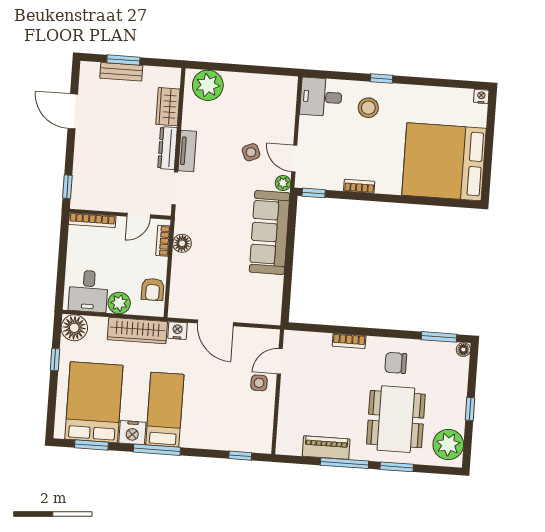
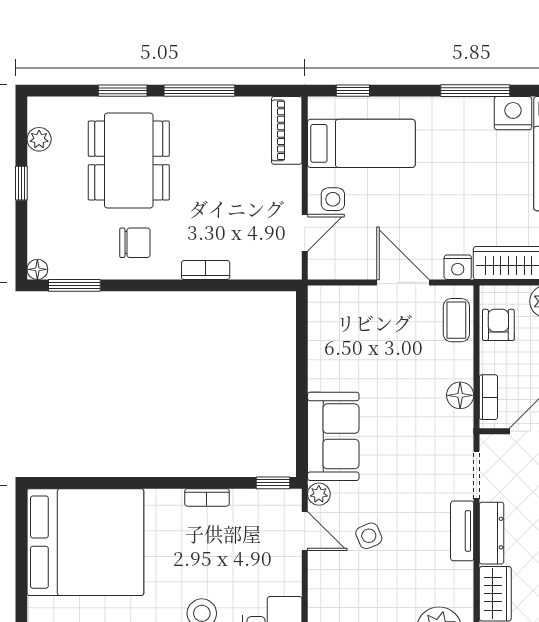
sofa: (270, 232) -> (333, 436), width x0.73
coffee table: (181, 295) -> (456, 320), added
bed: (165, 410) -> (361, 143), moved, turned -90
plant: (448, 445) -> (39, 139), width x0.53, depth x0.53
piano: (326, 448) -> (287, 130), moved, turned 90

